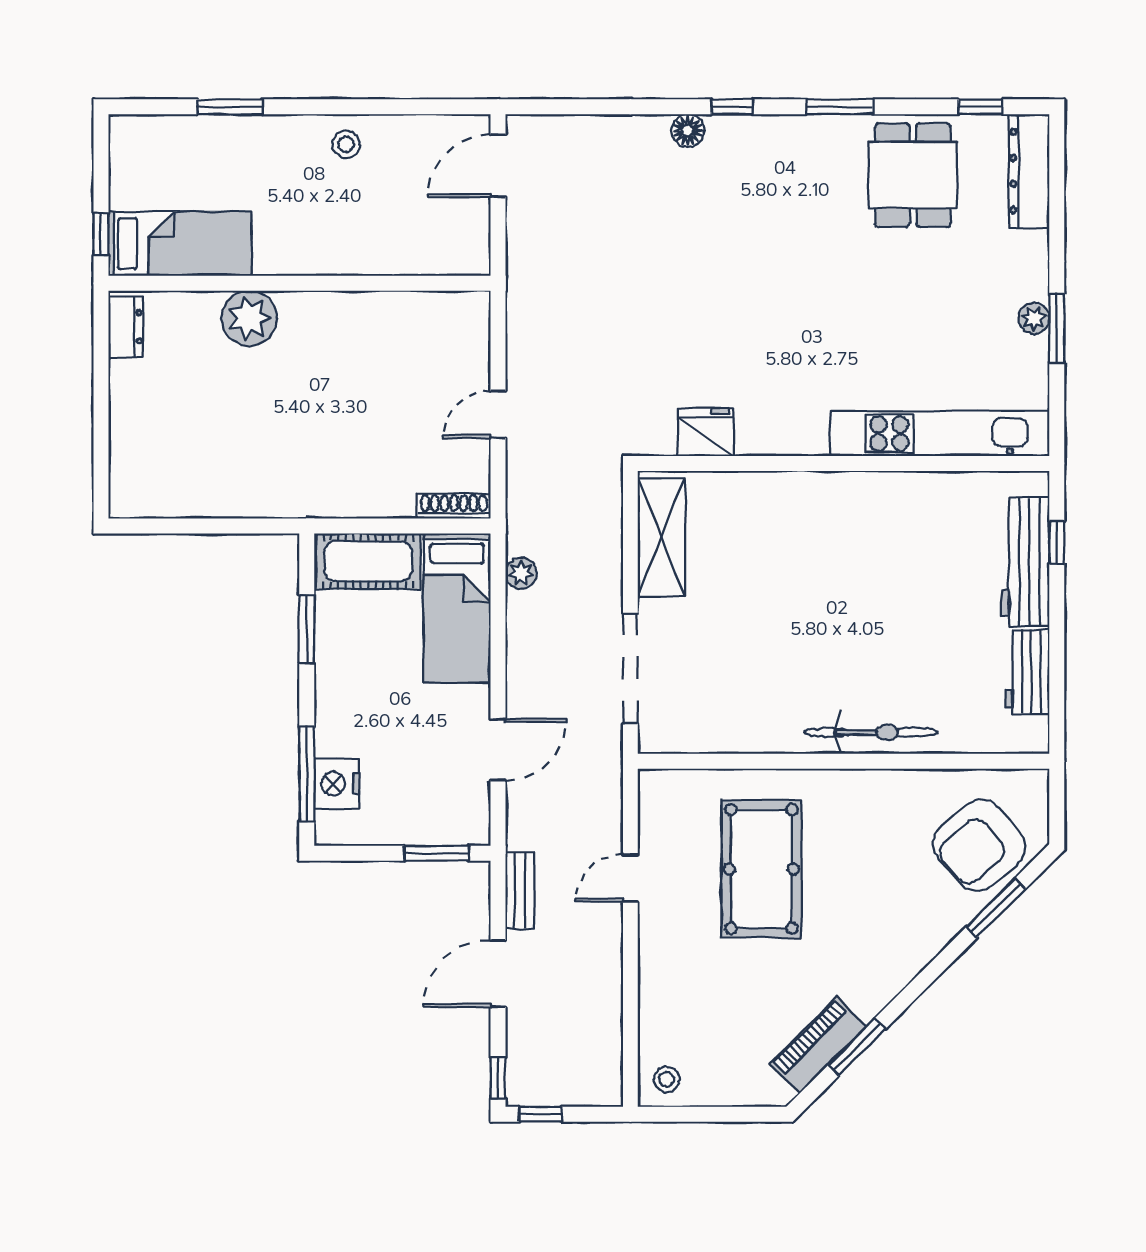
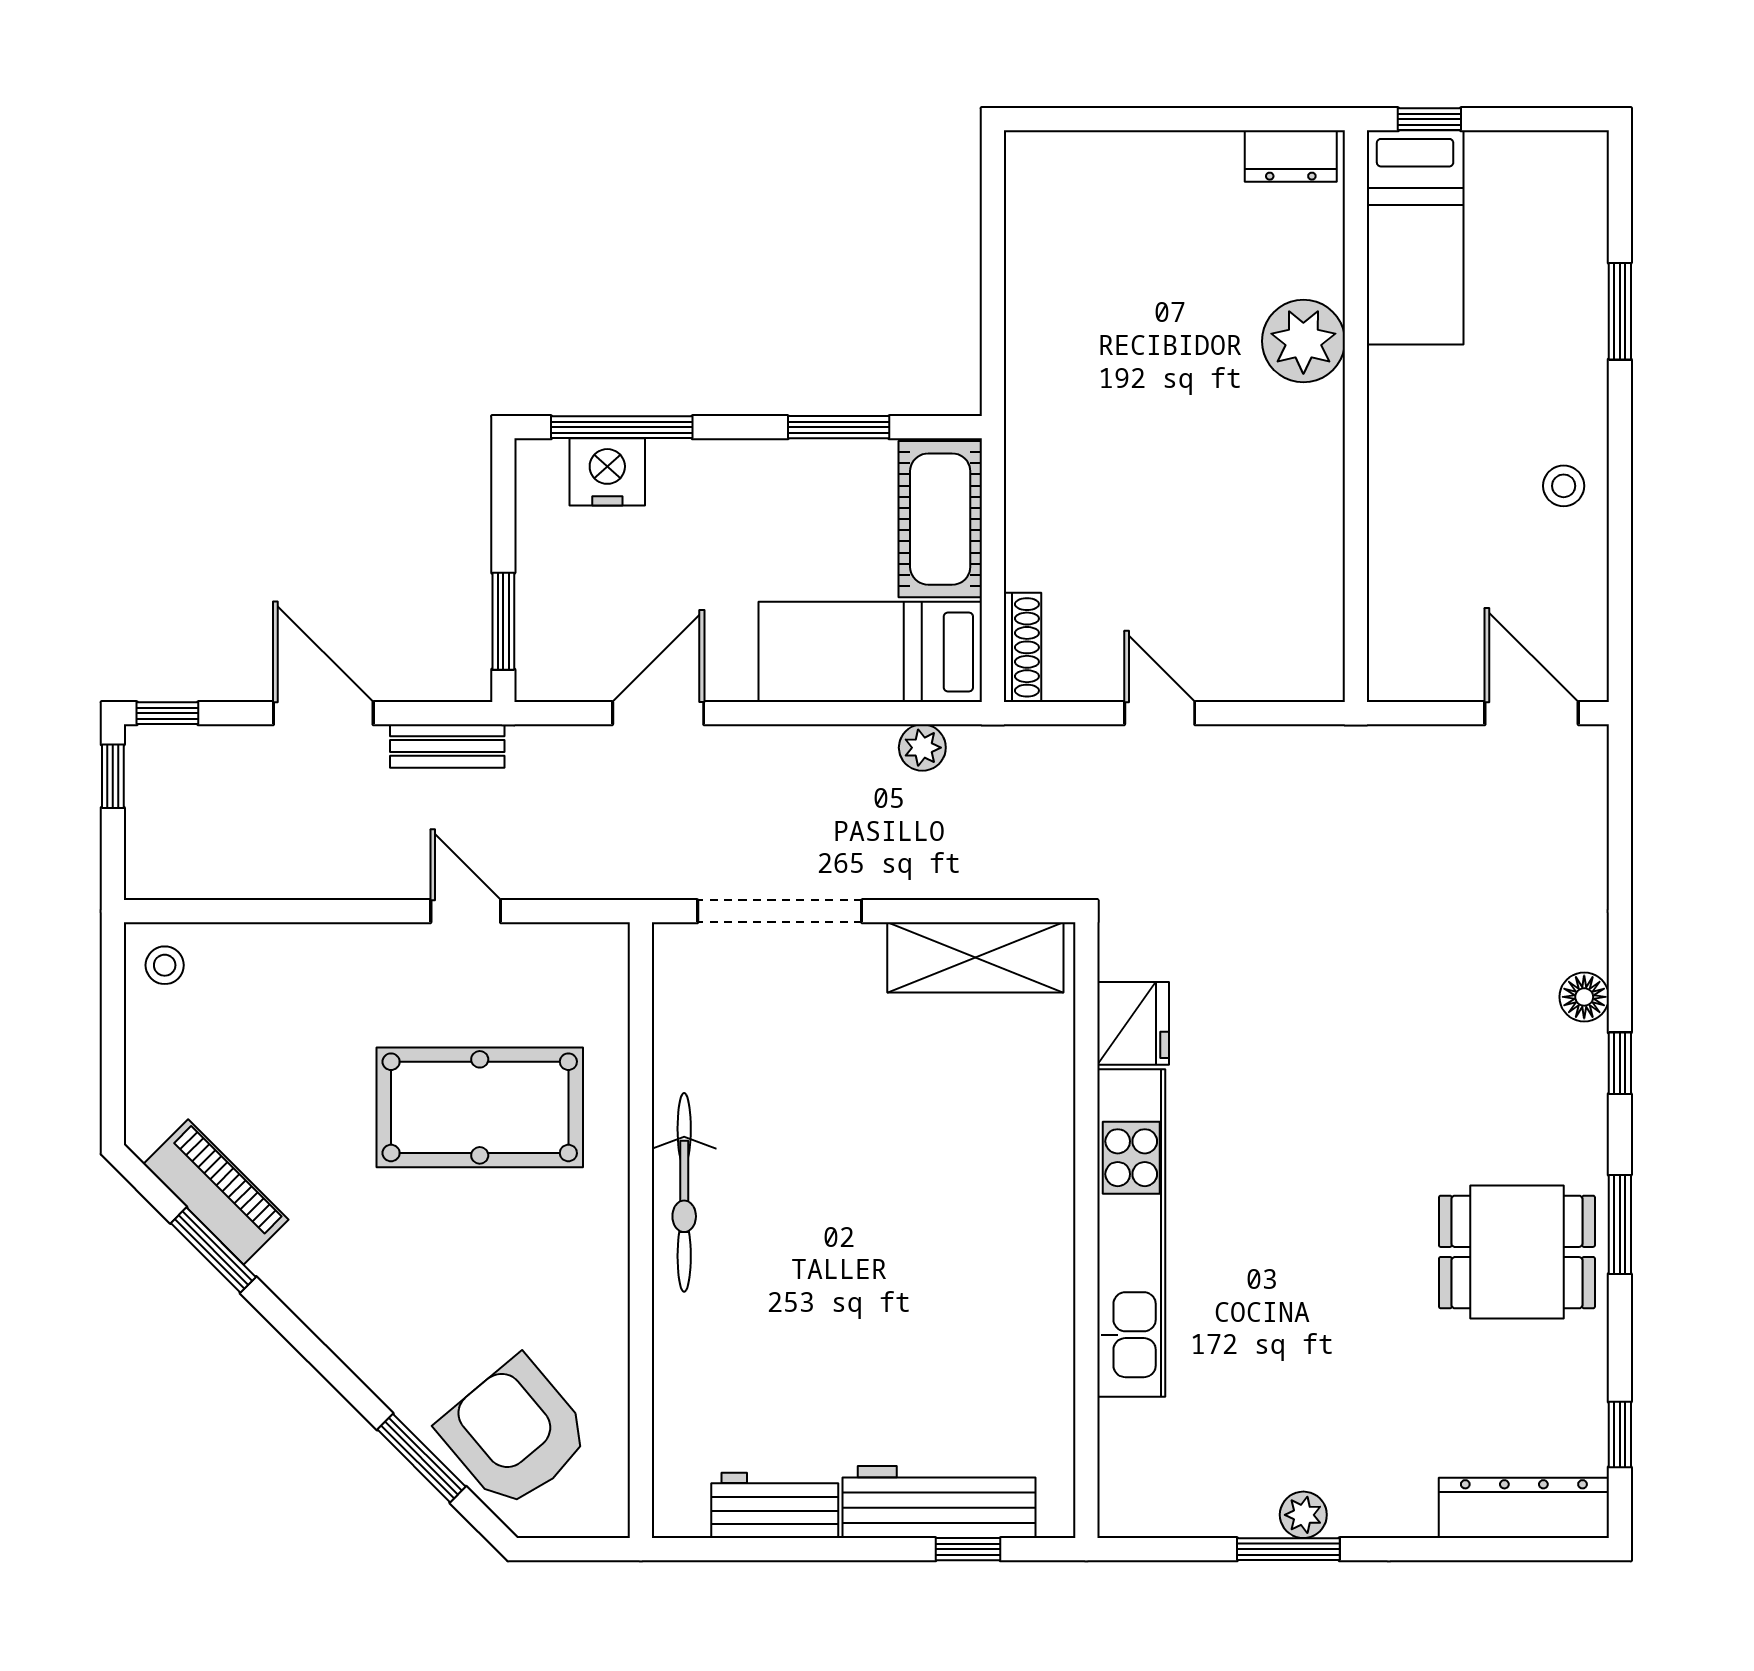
dining table: (913, 175) -> (1517, 1252), moved
kitchen unit: (940, 433) -> (1131, 1233), moved
bicycle: (871, 732) -> (684, 1192), moved
door: (498, 750) -> (658, 713), swing flipped

